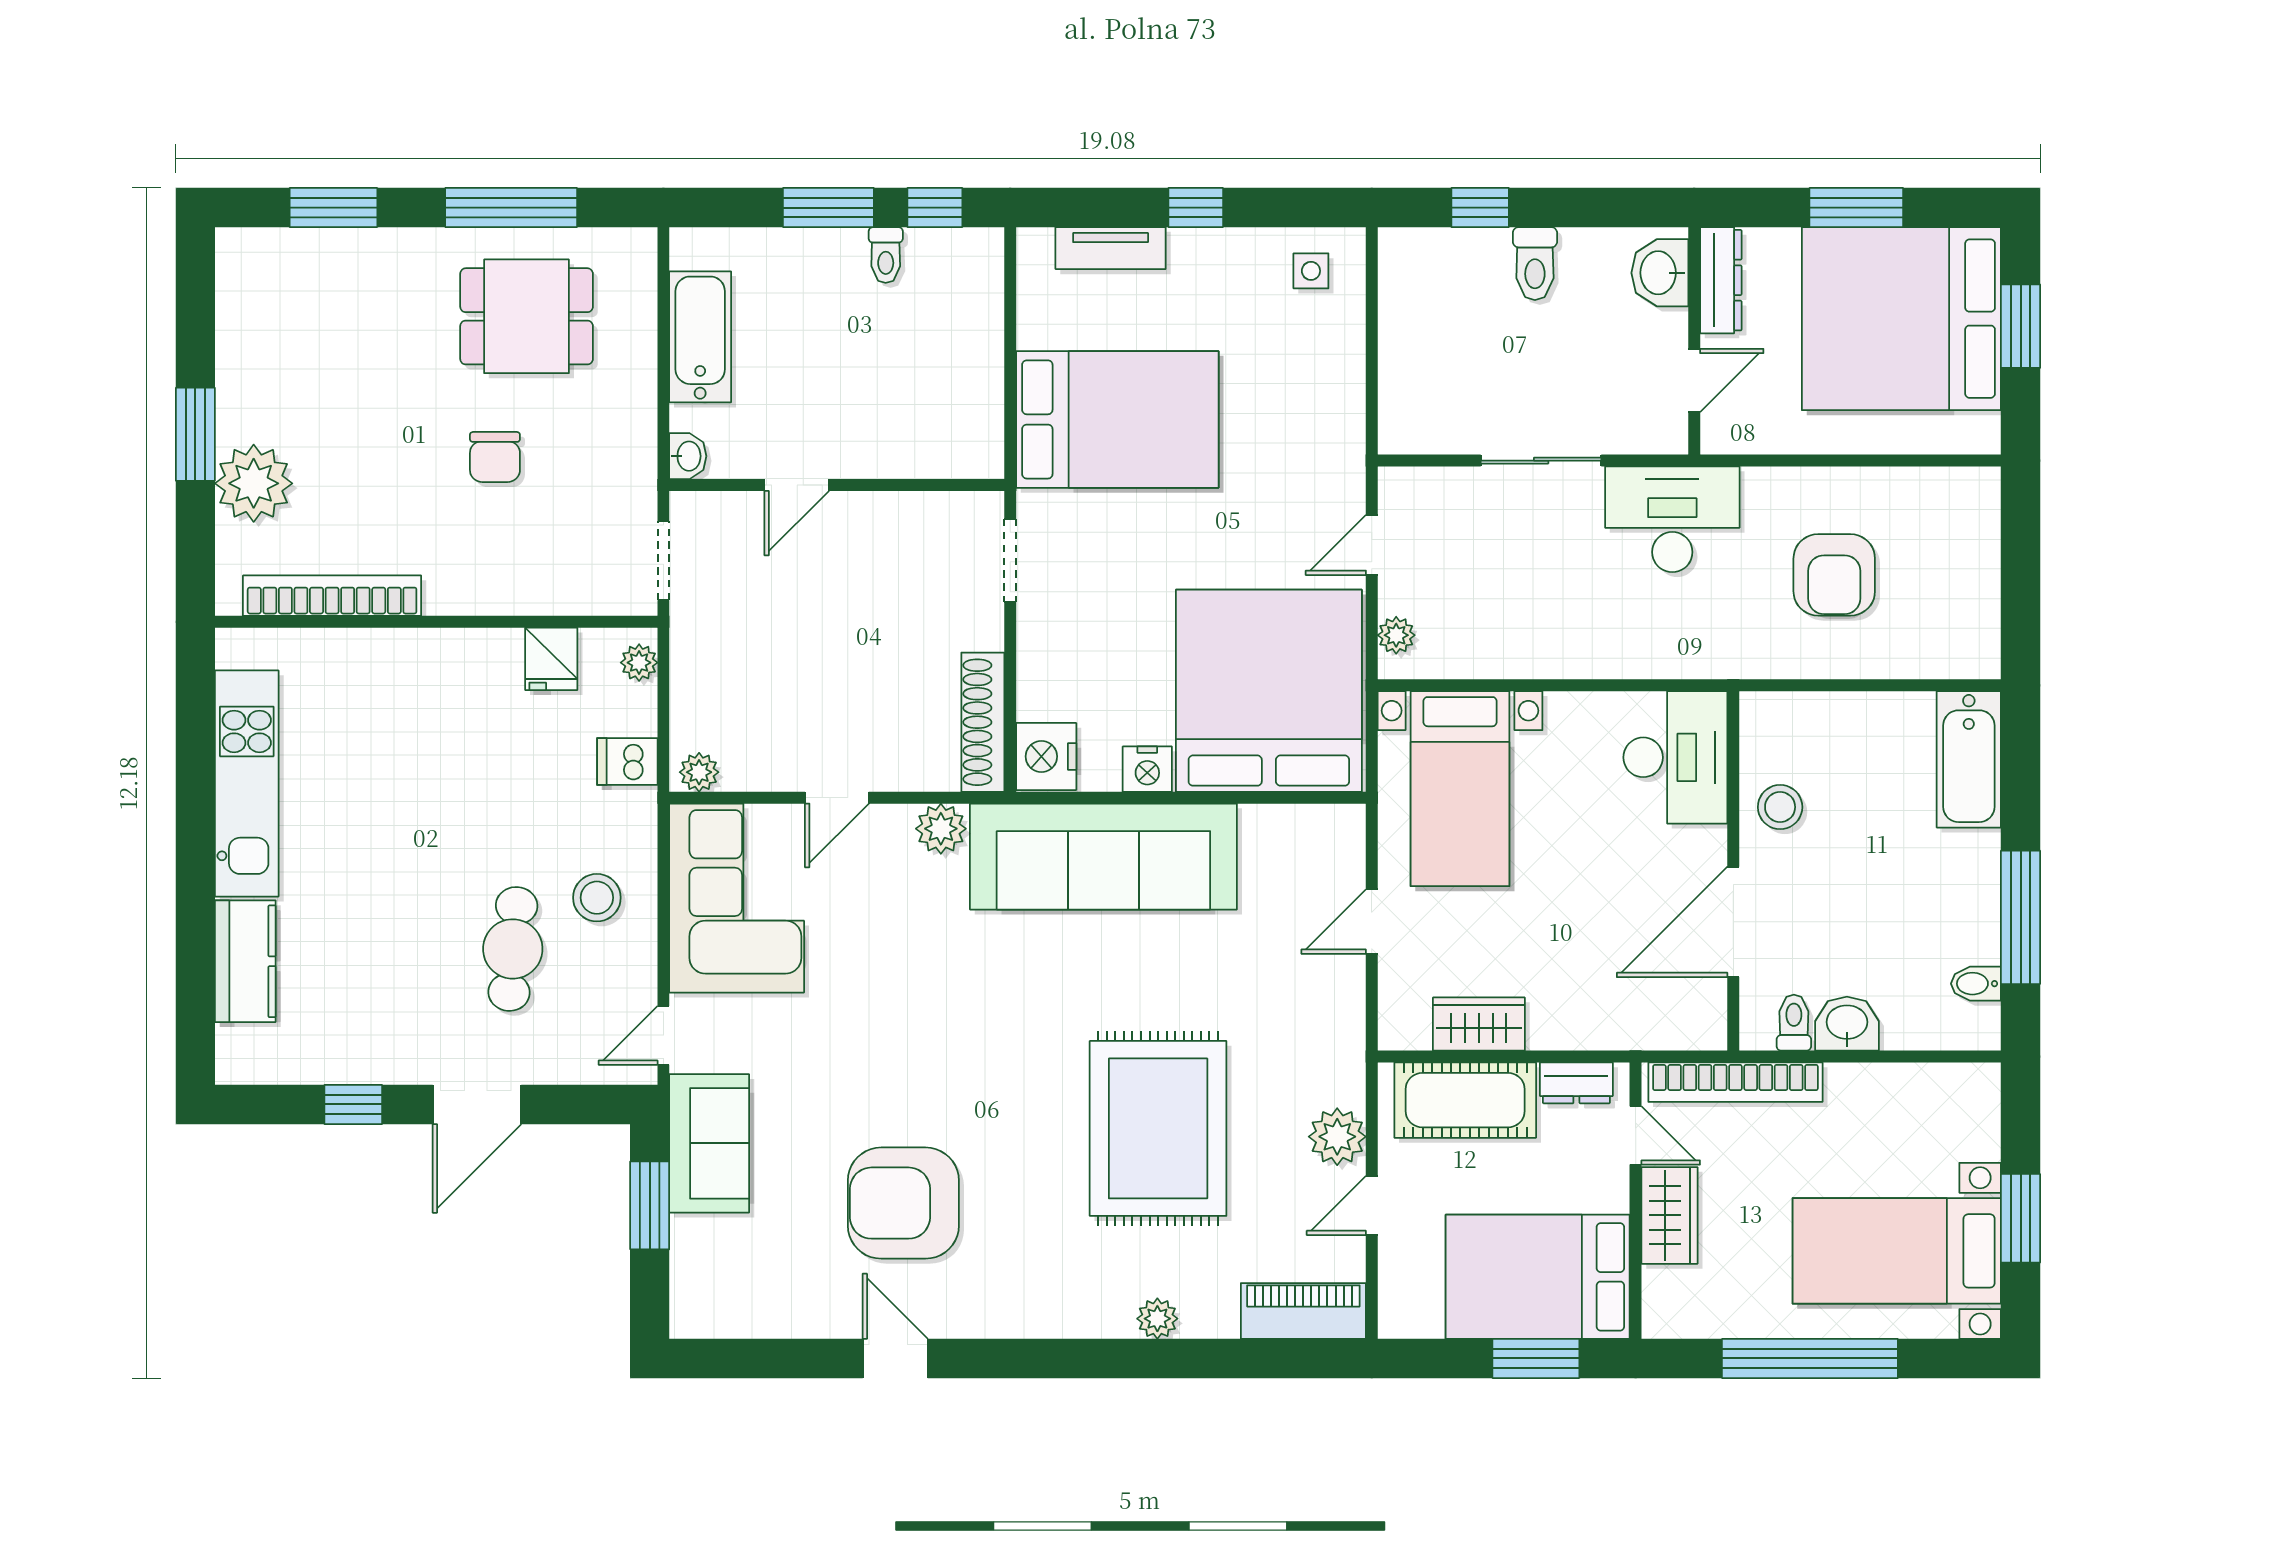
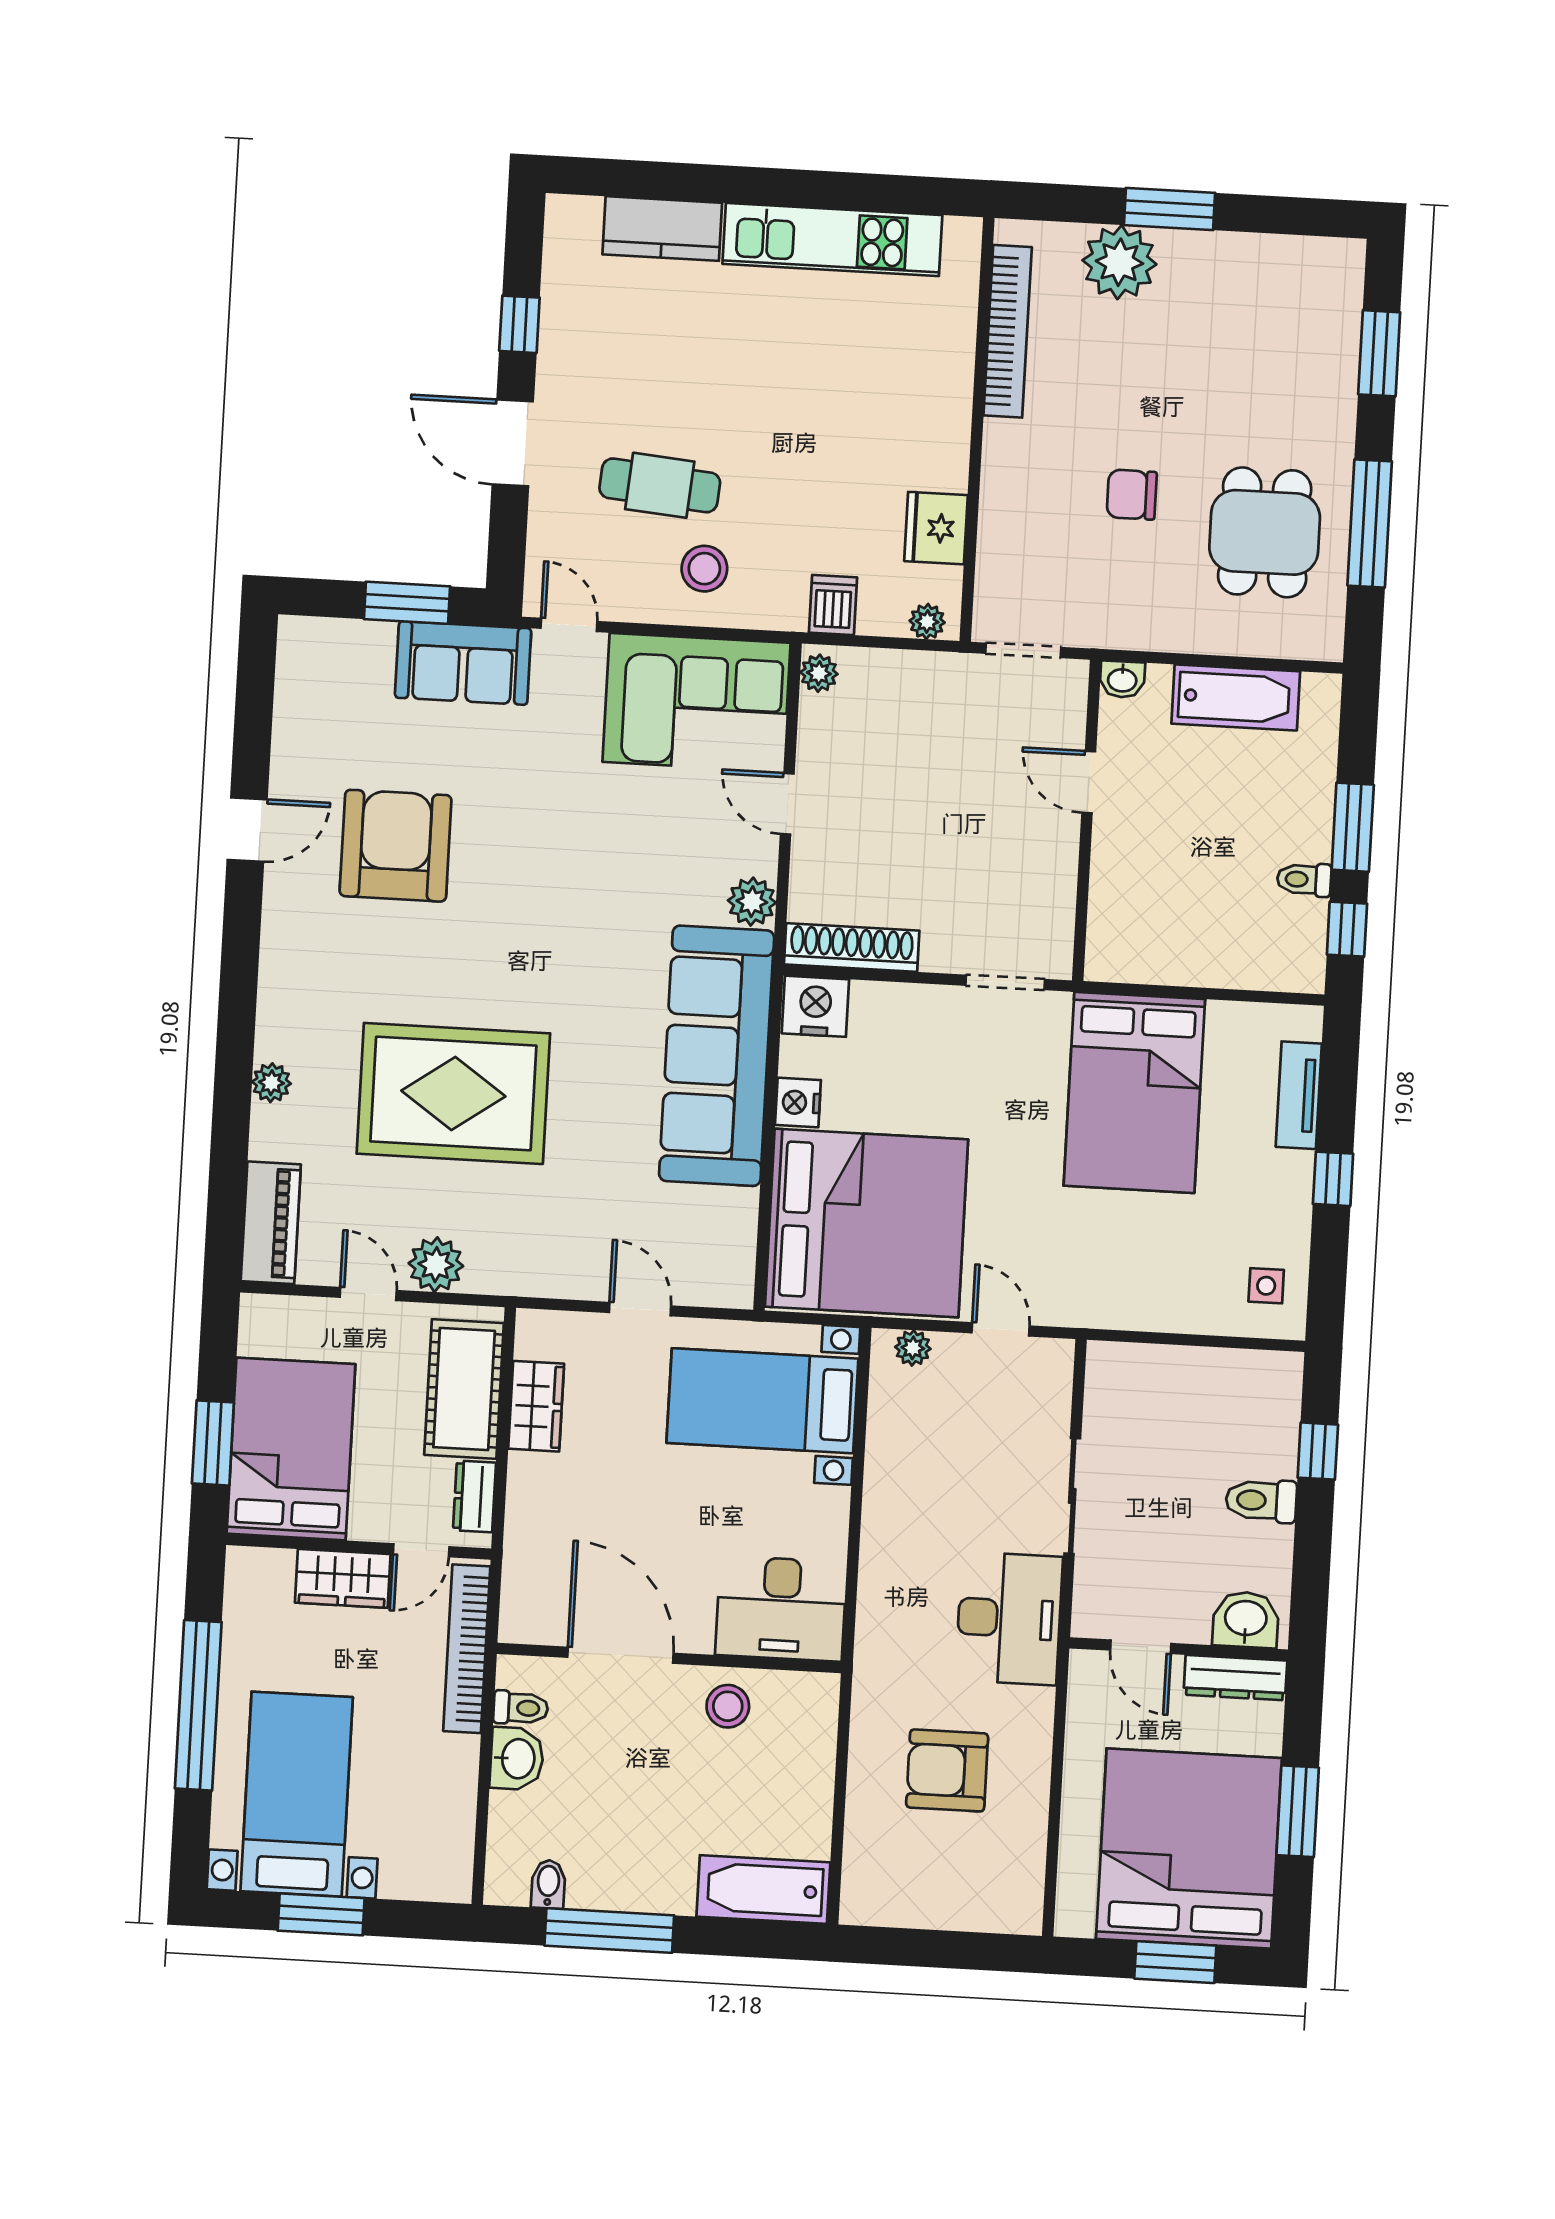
fridge: (551, 659) -> (936, 528), width x1.38

